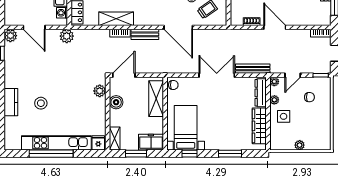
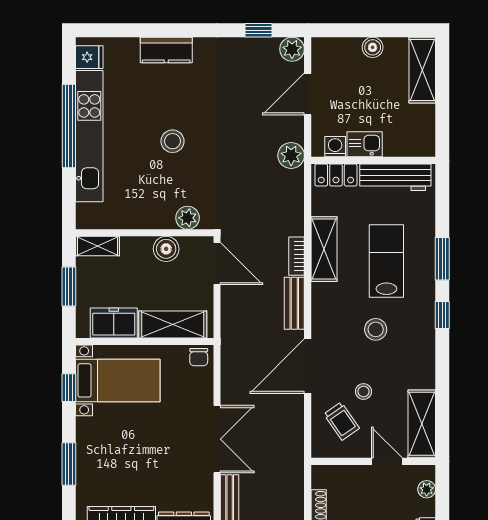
stool: (41, 103) -> (172, 141), moved
freezer: (151, 142) -> (114, 323), moved, turned -90
fridge: (98, 143) -> (89, 57), moved

